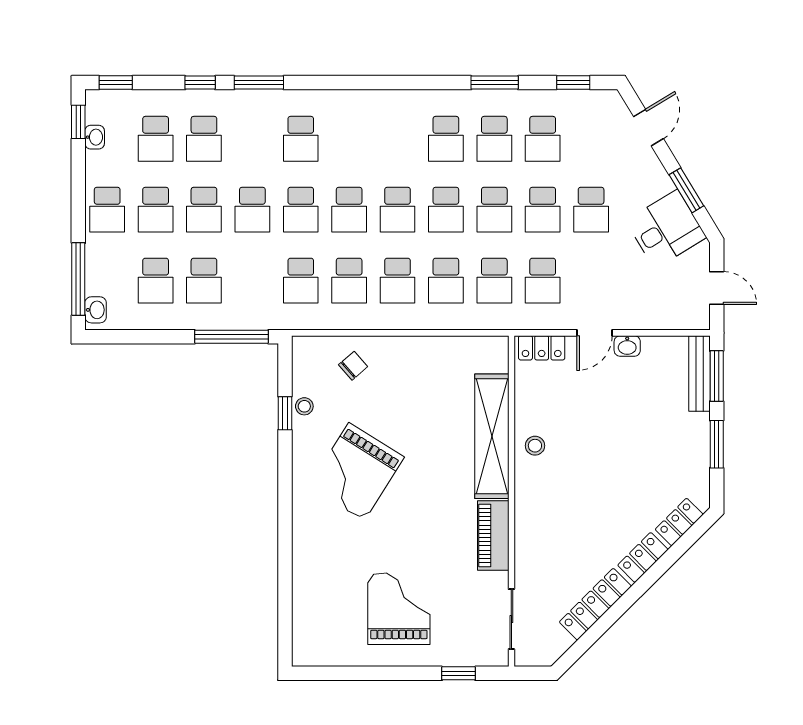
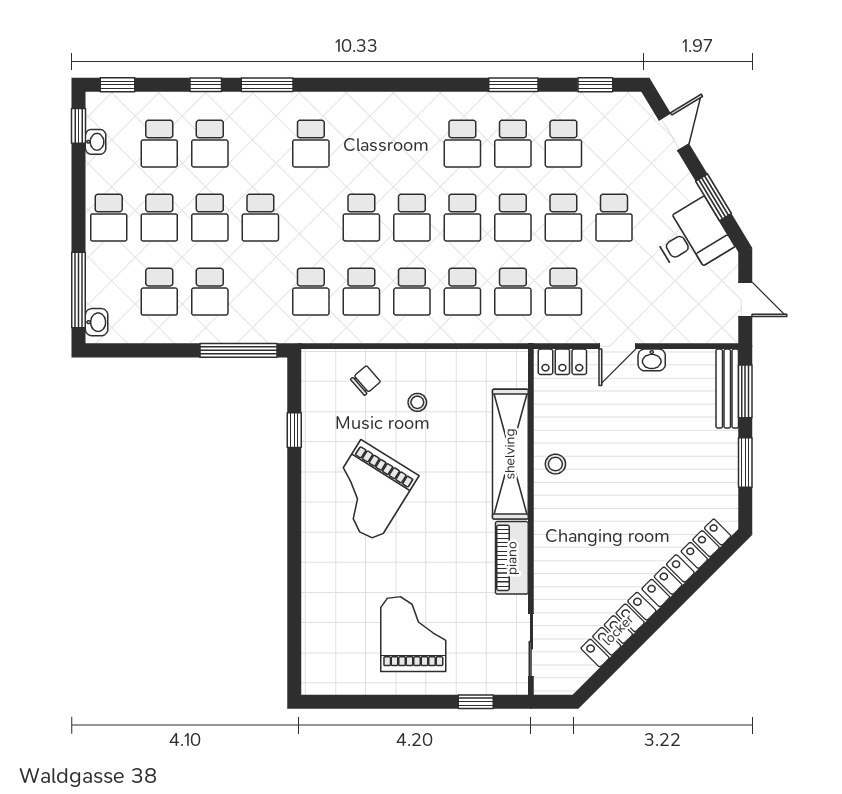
school desk: (301, 210) -> (311, 218), removed
stool: (304, 406) -> (417, 402), moved

